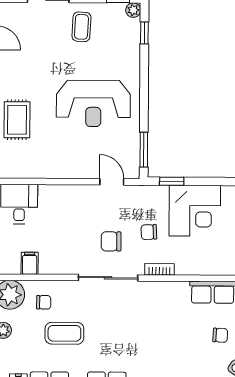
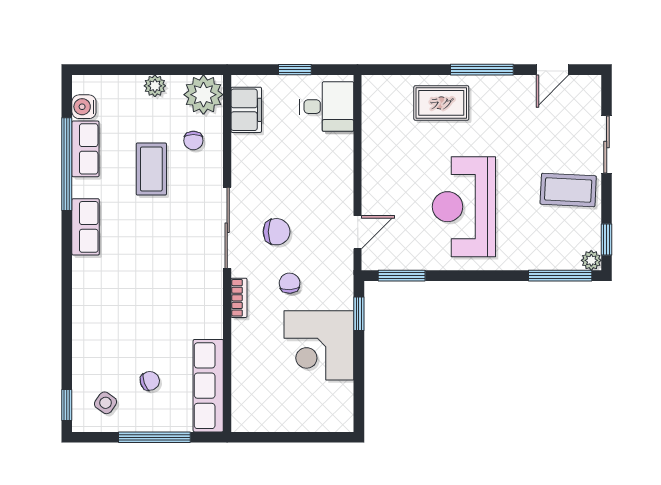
coffee table: (81, 27) -> (568, 190), width x1.36, depth x1.30
window: (144, 33) -> (560, 276), width x2.17
chair: (111, 241) -> (277, 232), turned 90
filing cabinet: (30, 263) -> (246, 110), width x2.00
chair: (220, 335) -> (150, 381), turned -112

